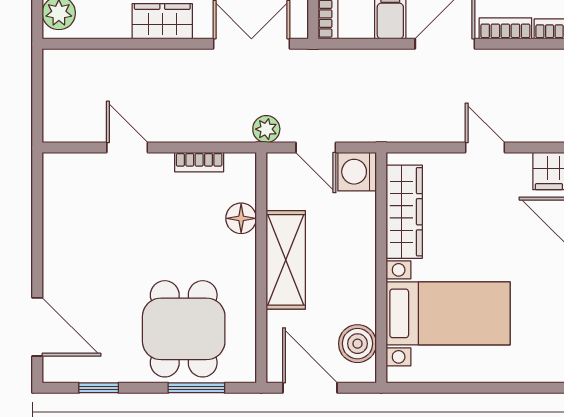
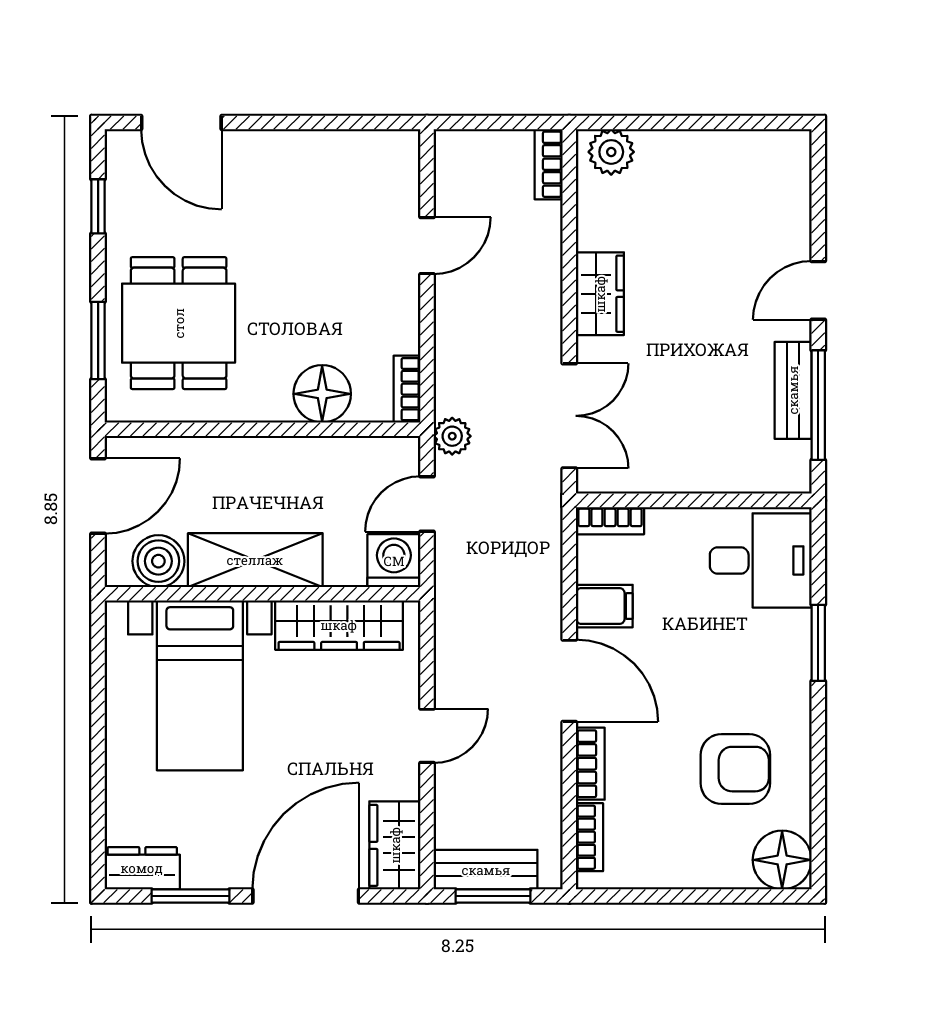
bookcase: (68, 59) -> (549, 164), added
bookcase: (199, 162) -> (407, 389), moved
floor lamp: (241, 218) -> (322, 394), width x1.38, depth x1.38
shelving: (286, 260) -> (255, 560), moved
door: (37, 327) -> (181, 123), hinge flipped
dining table: (184, 329) -> (179, 323), turned 90

